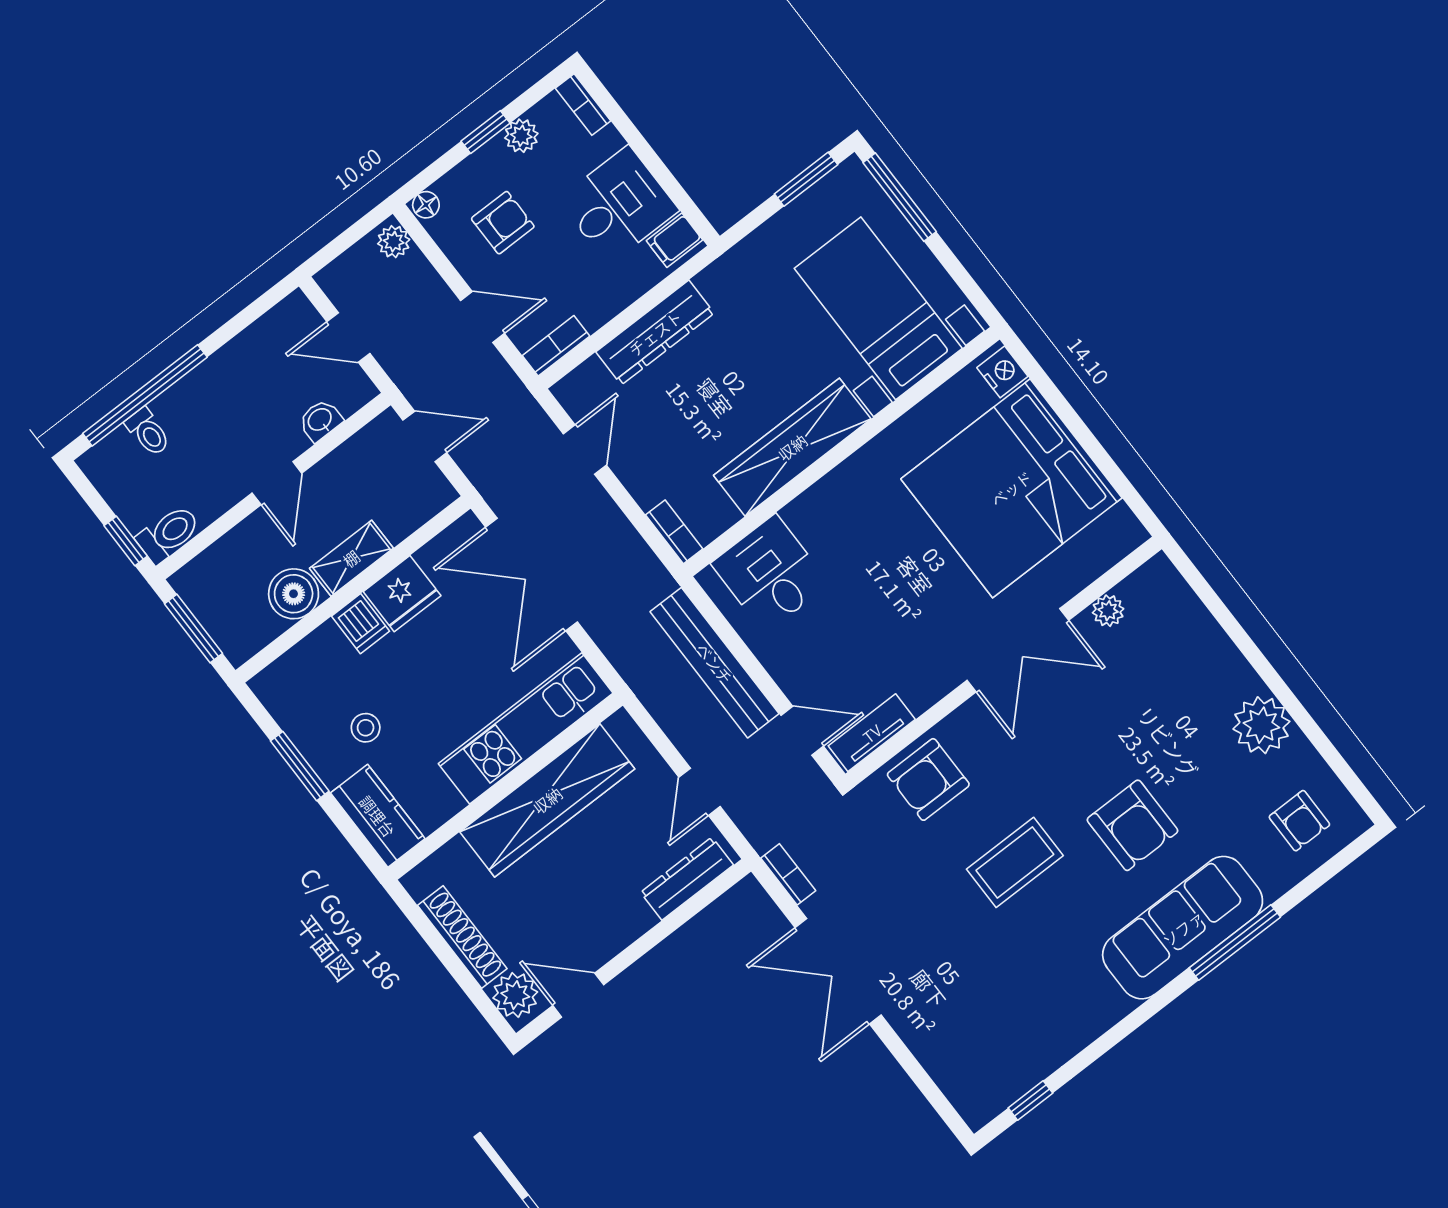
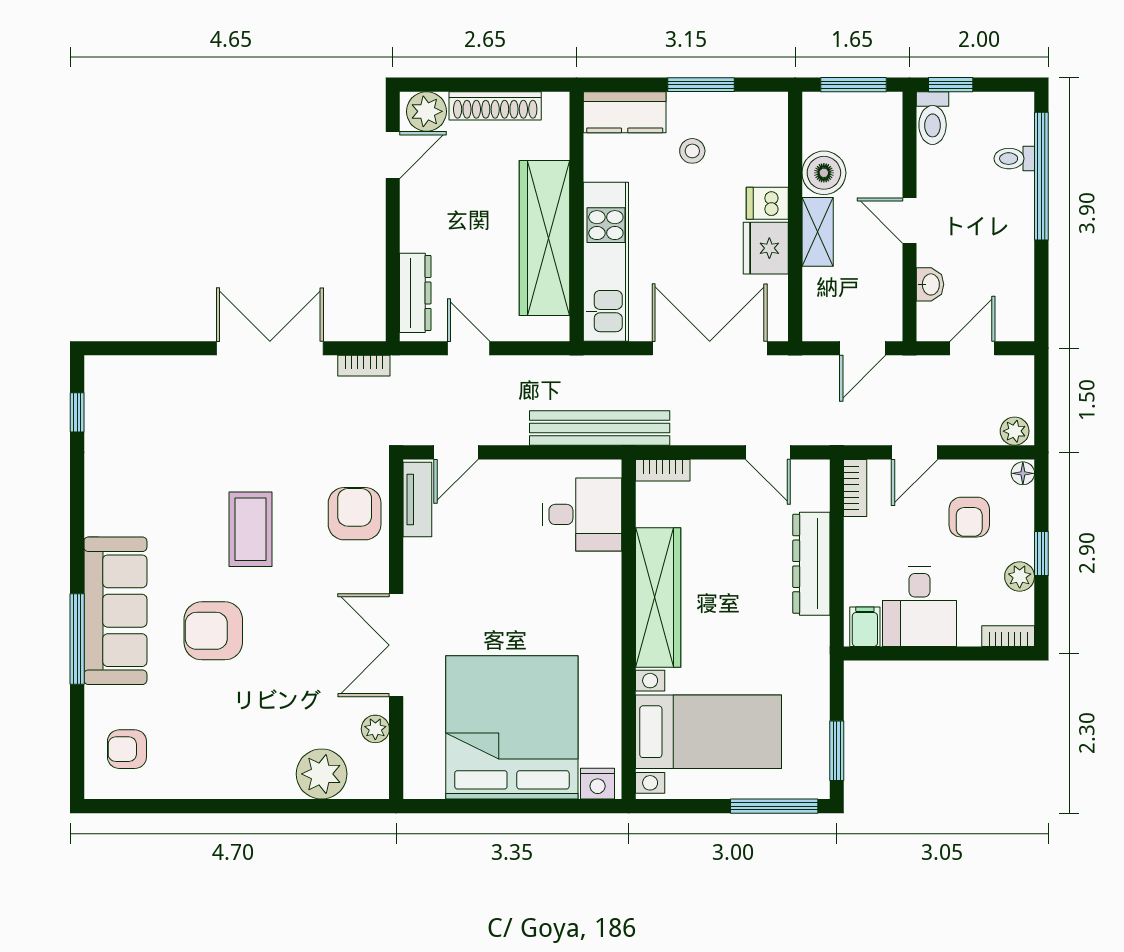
bench: (715, 663) -> (600, 428), moved
plant: (1261, 725) -> (322, 774), moved

